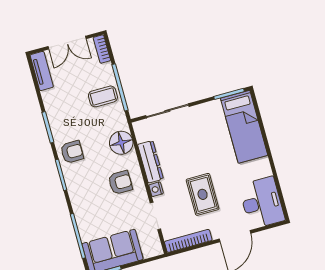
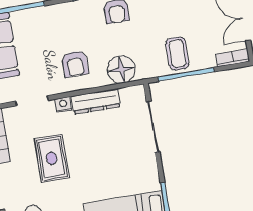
rug: (203, 194) -> (52, 158), turned 90

